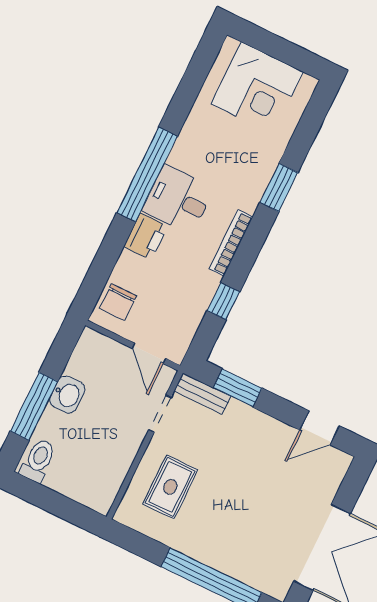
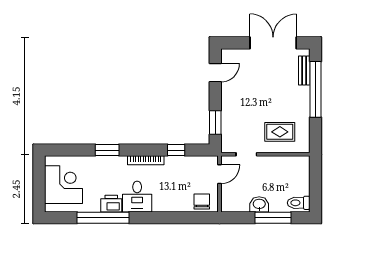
window: (147, 174) -> (103, 218), moved
printer: (146, 236) -> (111, 204), moved
chair: (118, 302) -> (202, 202), turned -90
bench: (202, 394) -> (304, 71), moved
door: (320, 428) -> (215, 73), hinge flipped

